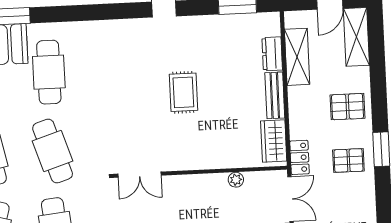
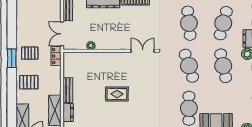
rug: (183, 92) -> (117, 94), turned 90
wardrobe: (274, 141) -> (70, 65), removed

